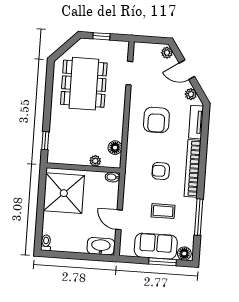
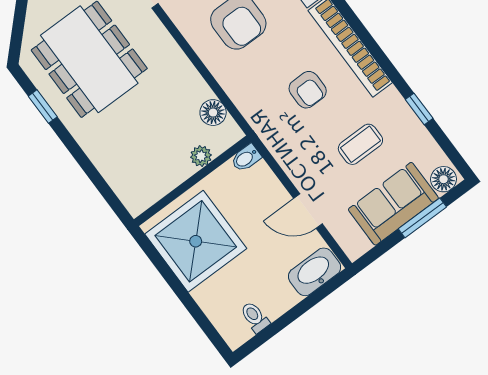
window: (45, 141) -> (43, 107), moved
armchair: (161, 171) -> (308, 90), turned -90
window: (199, 217) -> (419, 109), width x0.46
toilet: (46, 243) -> (255, 317), moved

